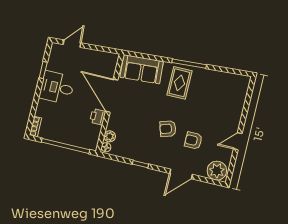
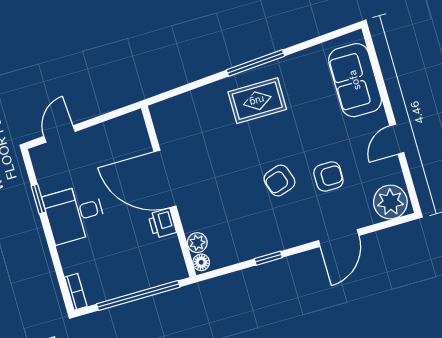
sofa: (142, 69) -> (355, 80), moved, turned 94
rug: (179, 83) -> (257, 101), turned 90
armchair: (193, 141) -> (328, 177), turned 180

